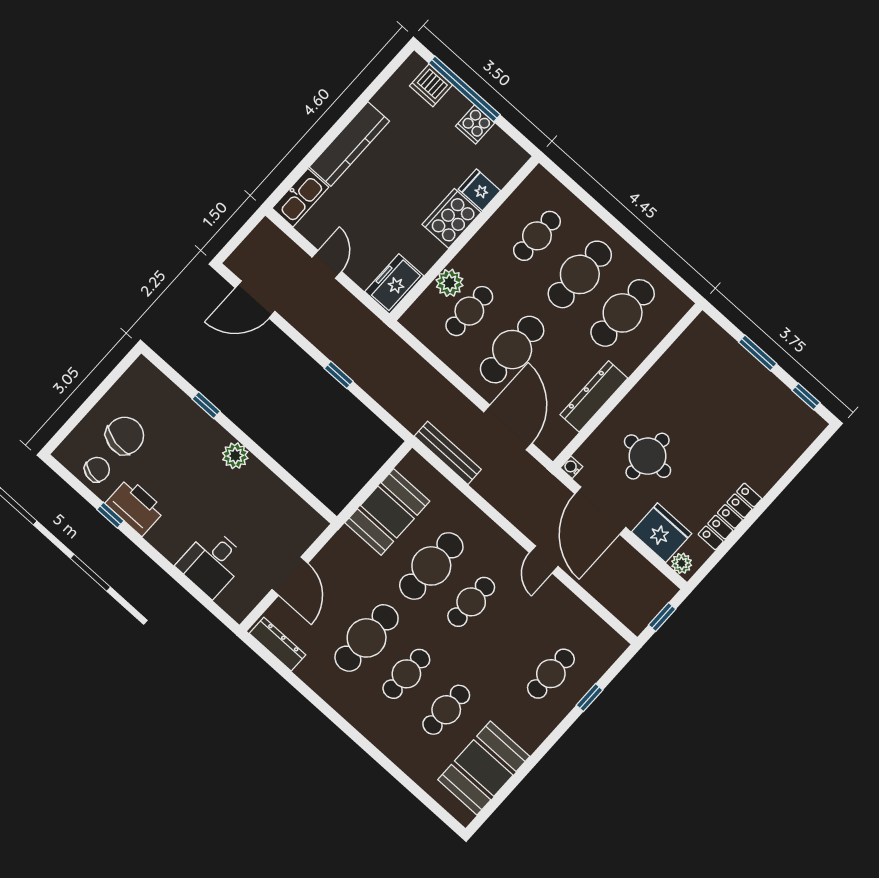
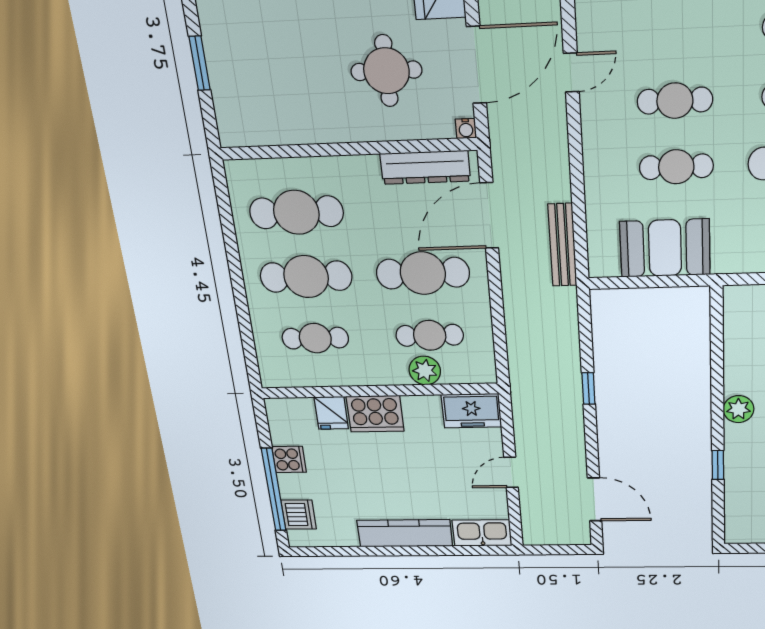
dresser: (594, 396) -> (425, 167), moved
cafe table: (431, 566) -> (676, 167), width x0.73, depth x0.74

